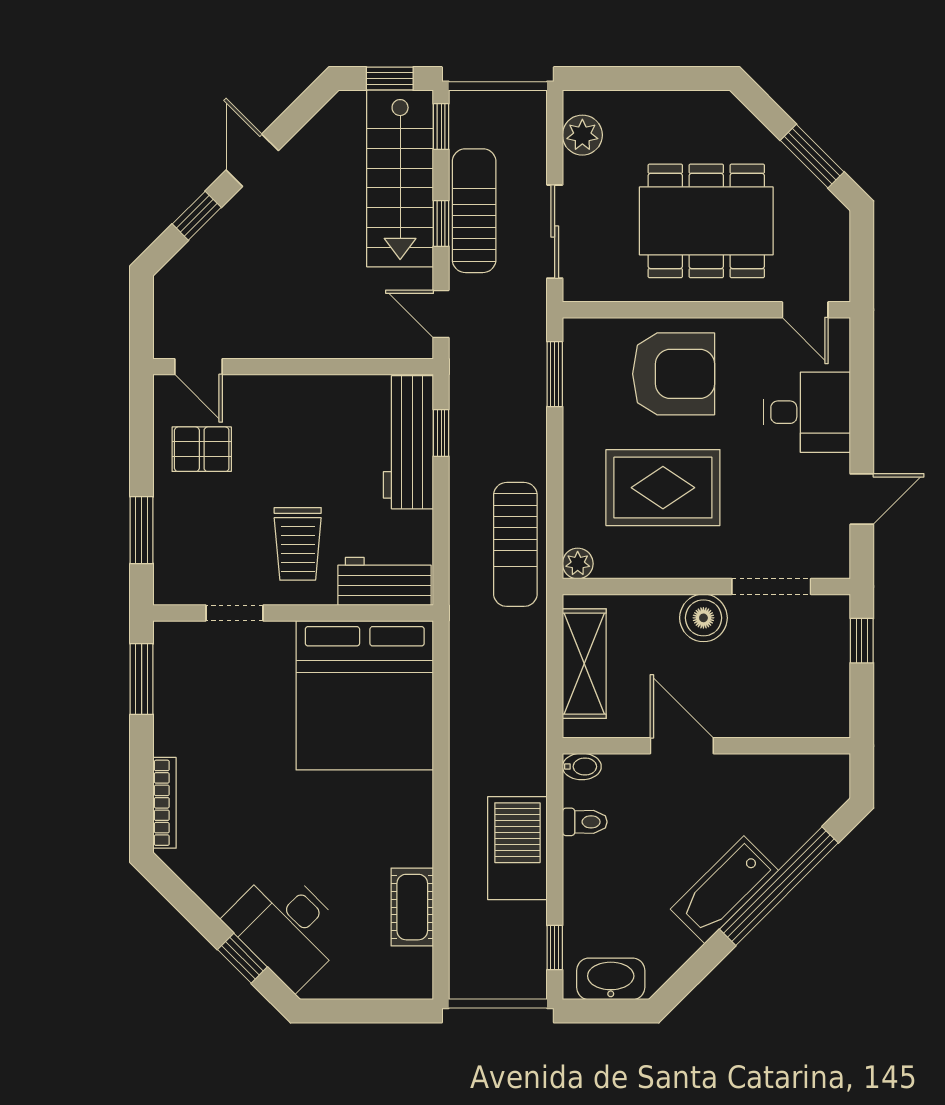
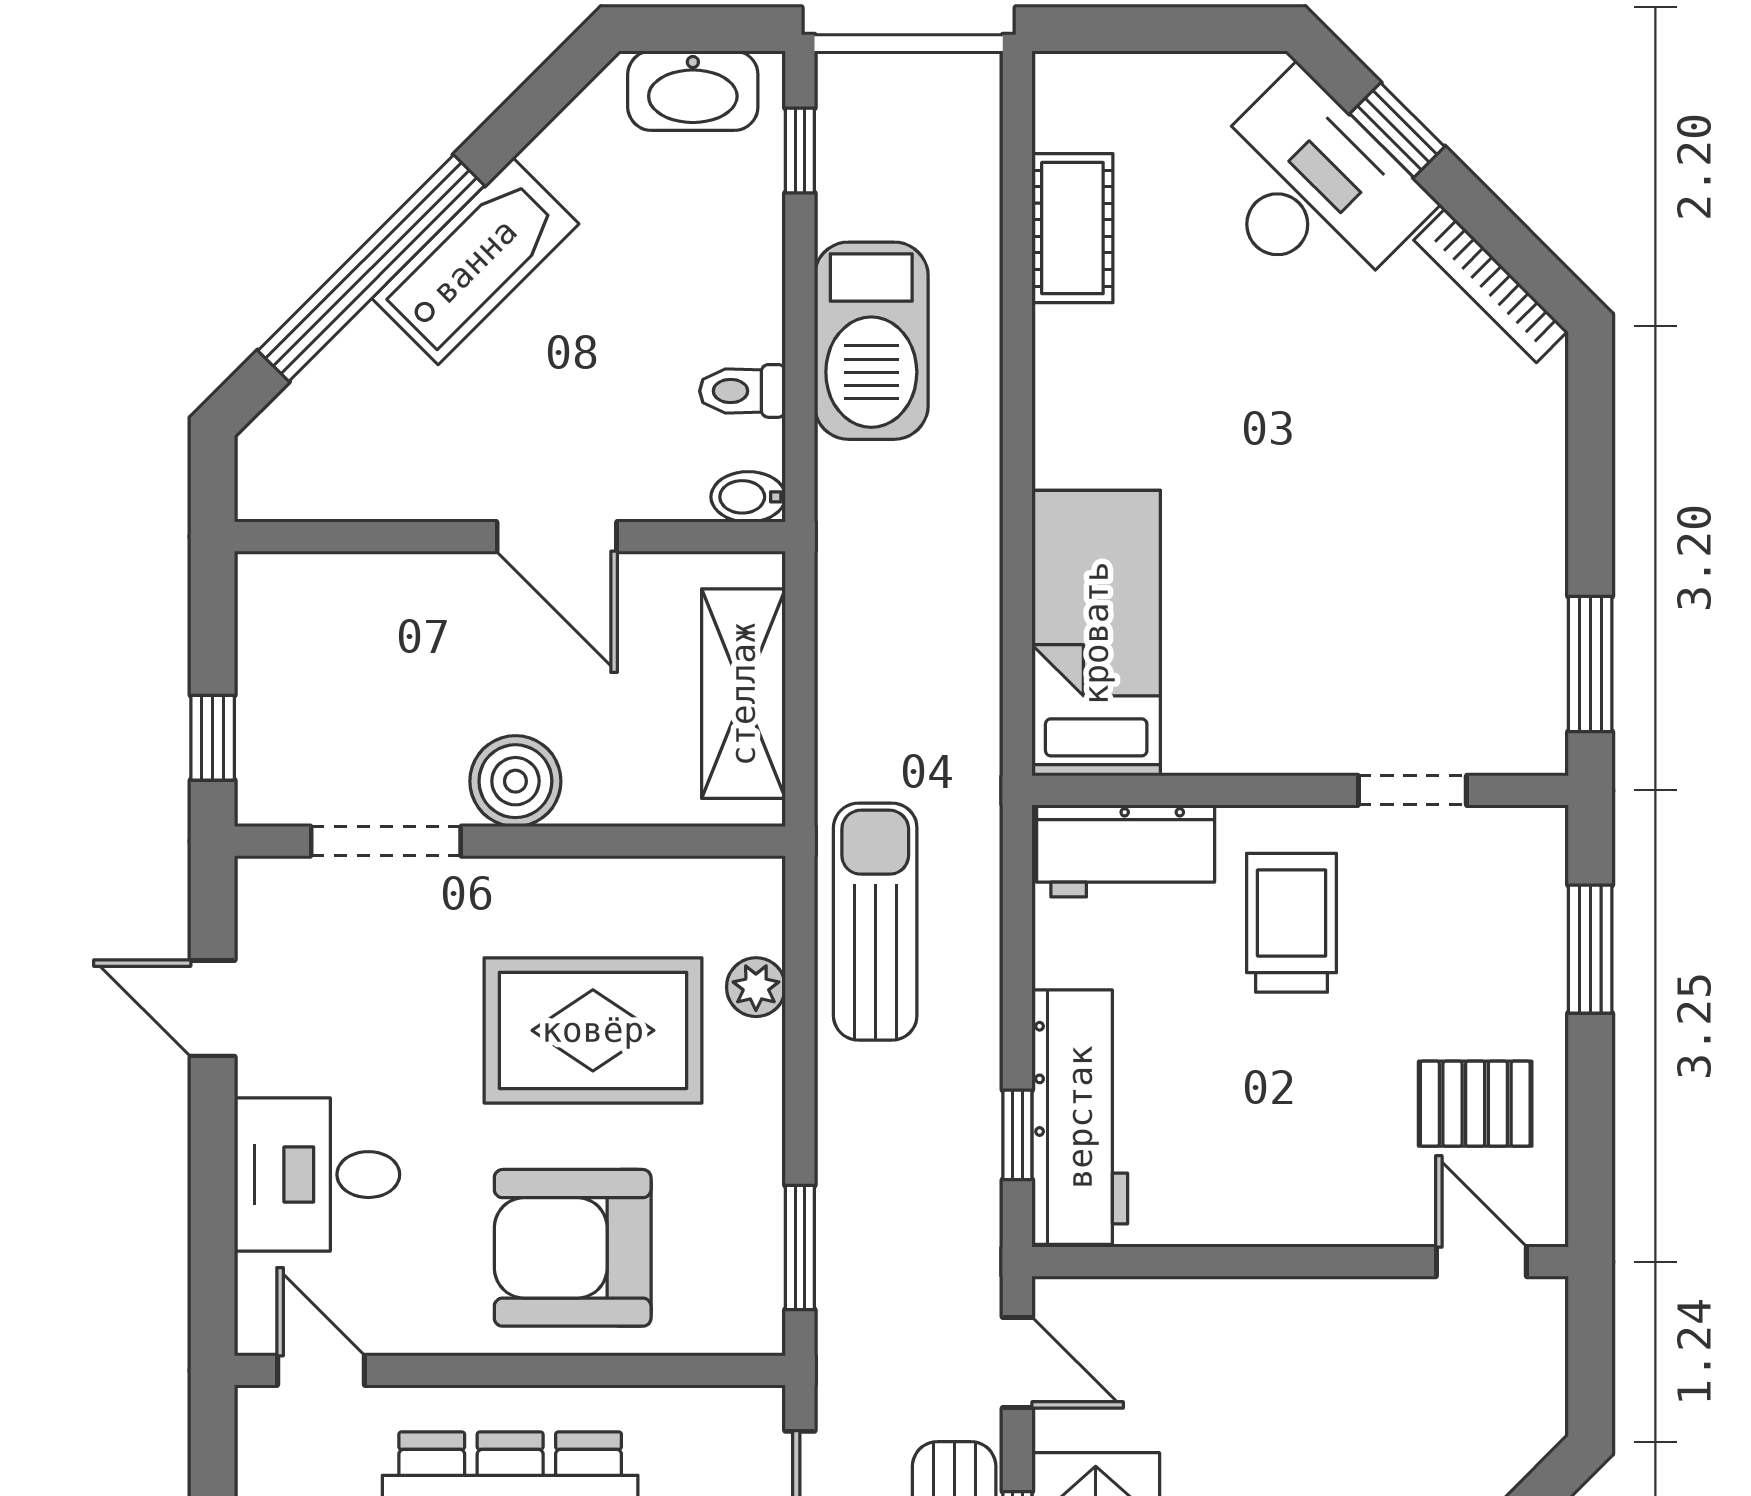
door: (862, 499) -> (213, 1008), hinge flipped
plant: (578, 564) -> (756, 987), moved
bed: (365, 695) -> (1096, 633), width x0.49
bookcase: (165, 803) -> (1491, 286), moved, turned -45

